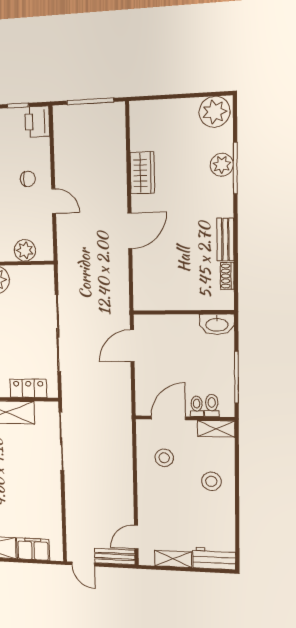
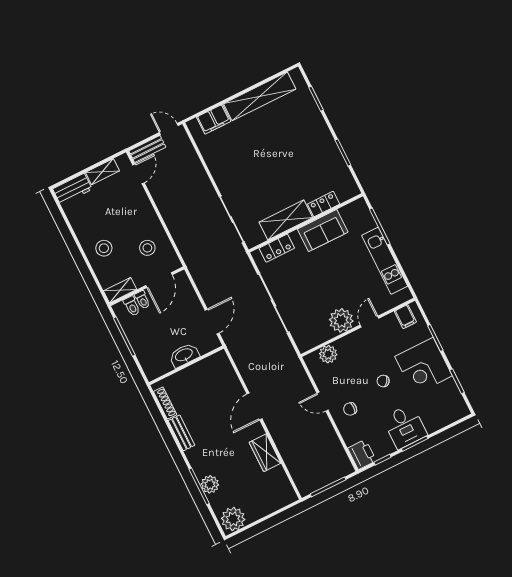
shoe rack: (227, 276) -> (165, 403), width x1.43
washbasin: (217, 324) -> (184, 355), moved

